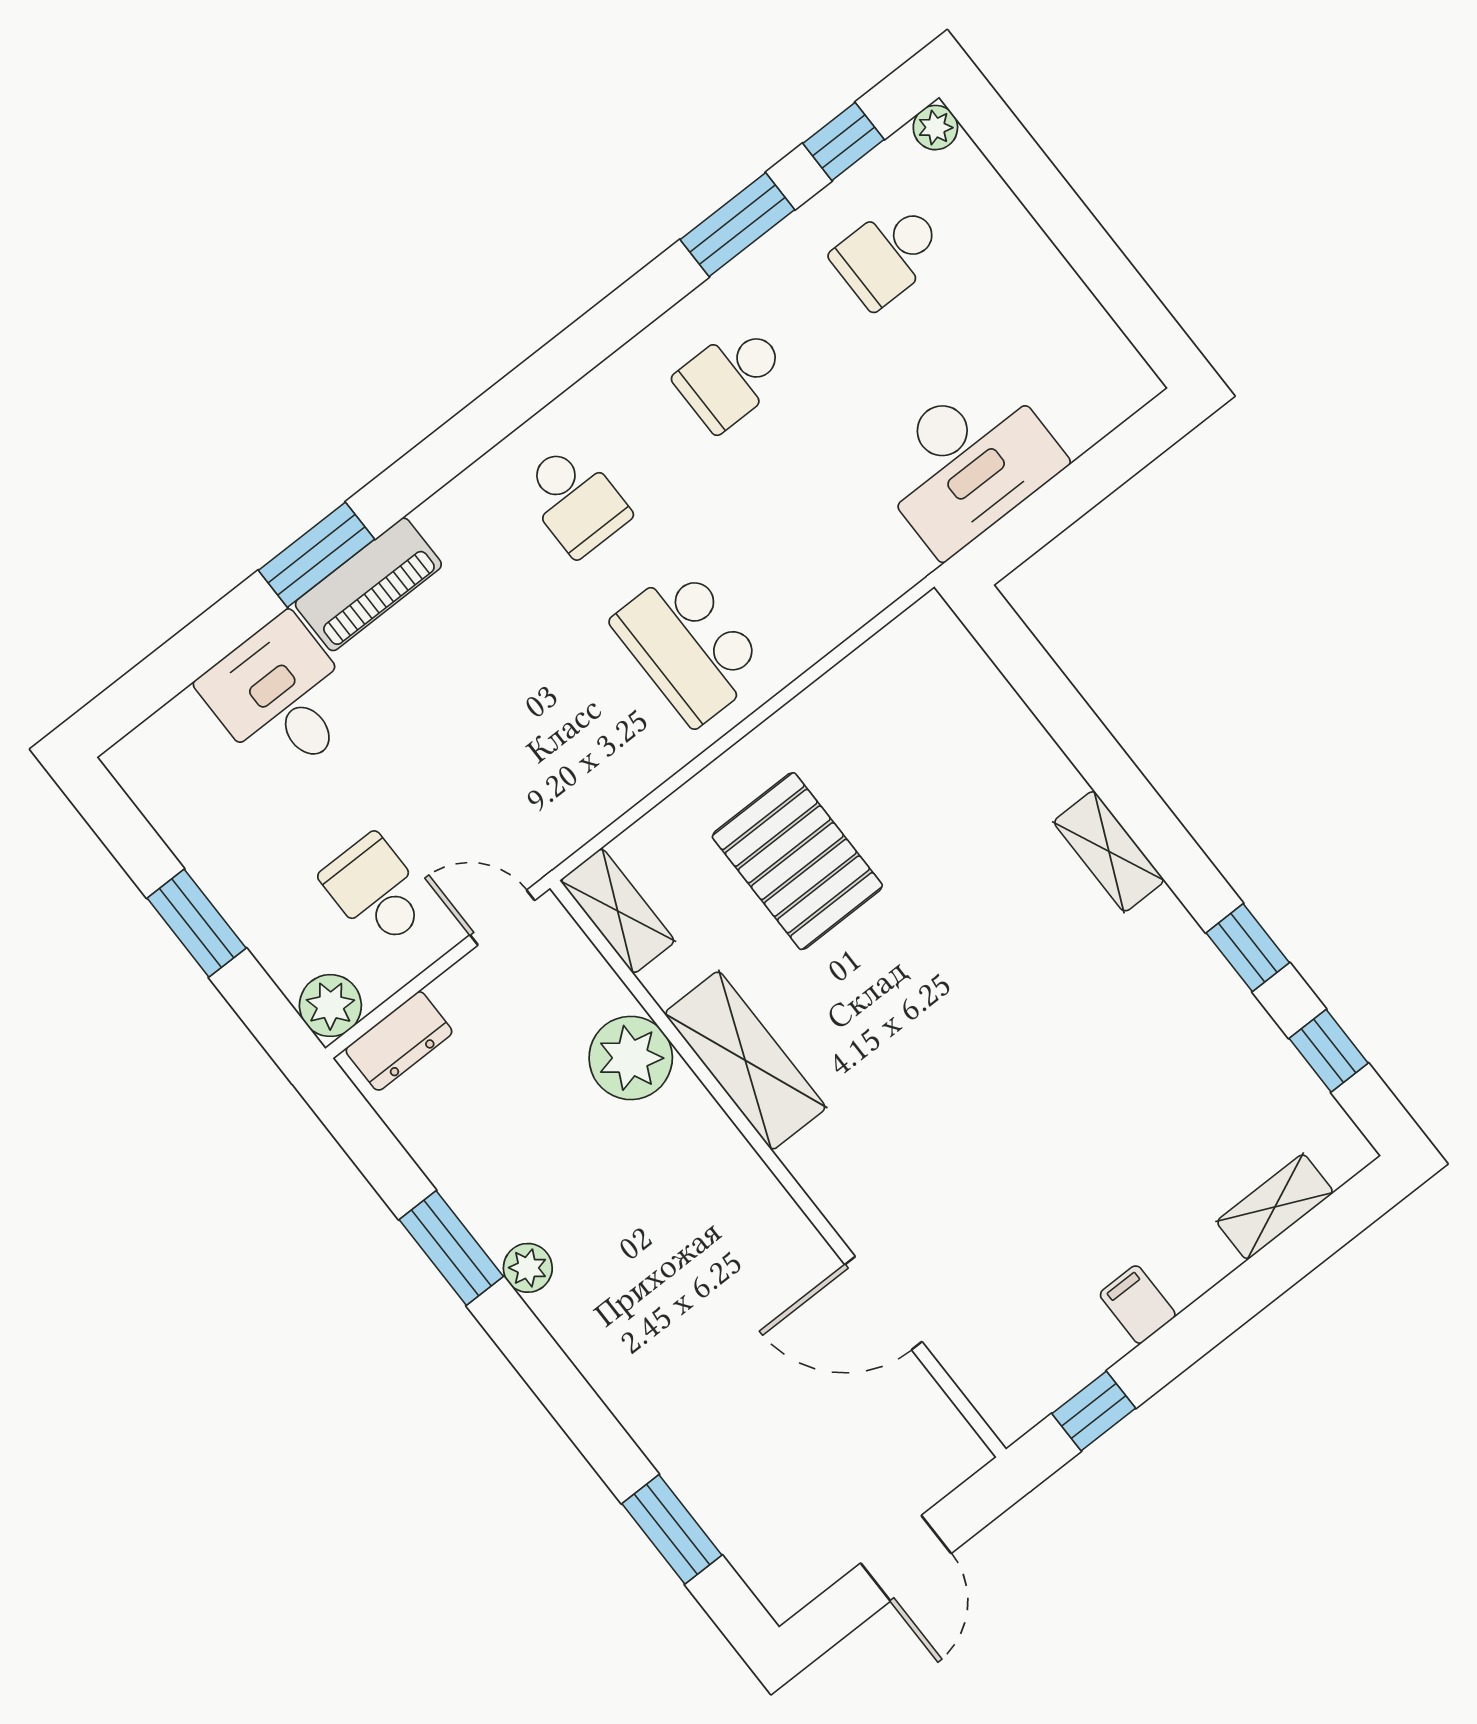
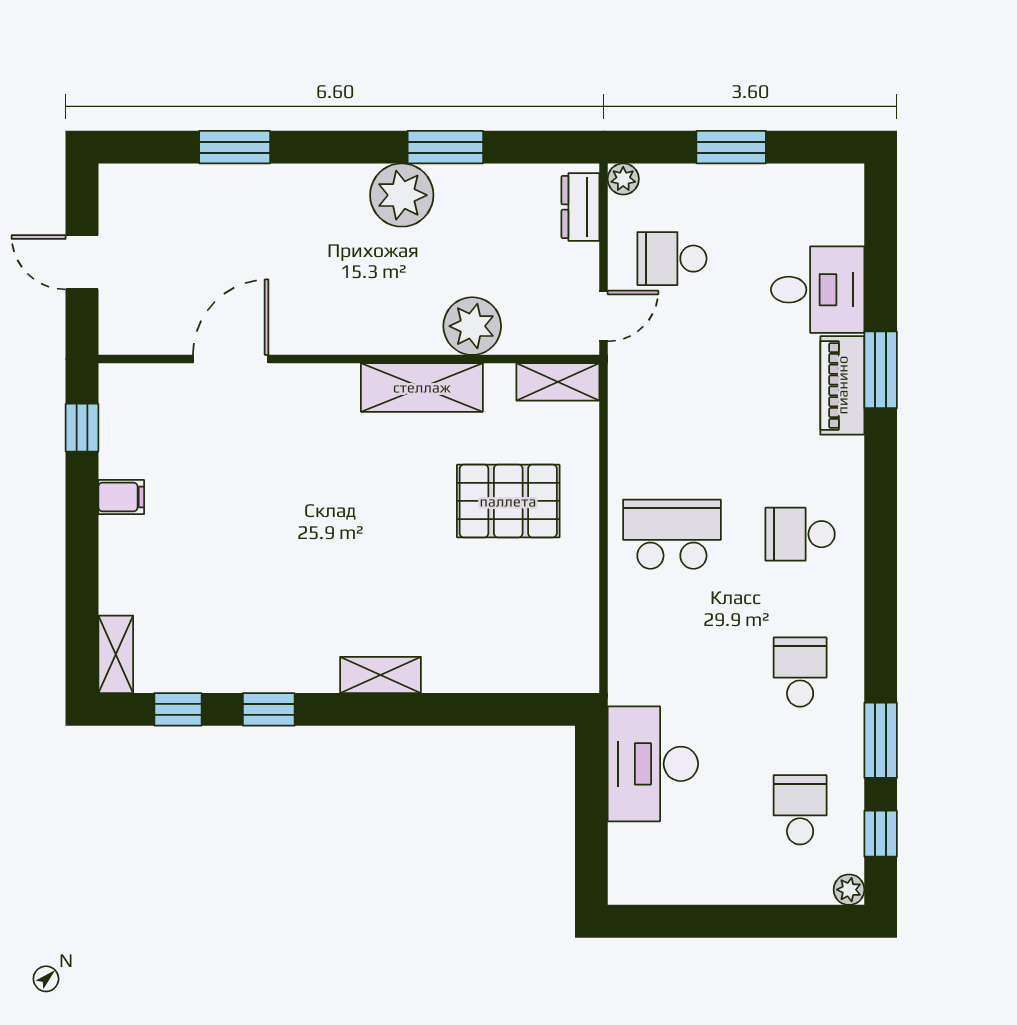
school desk: (376, 891) -> (672, 259), turned 180
plant: (330, 1006) -> (623, 179), width x0.73, depth x0.73
shelving: (1275, 1207) -> (116, 654), moved
plant: (528, 1268) -> (402, 195), width x1.87, depth x1.87
window: (672, 1529) -> (235, 147), moved

